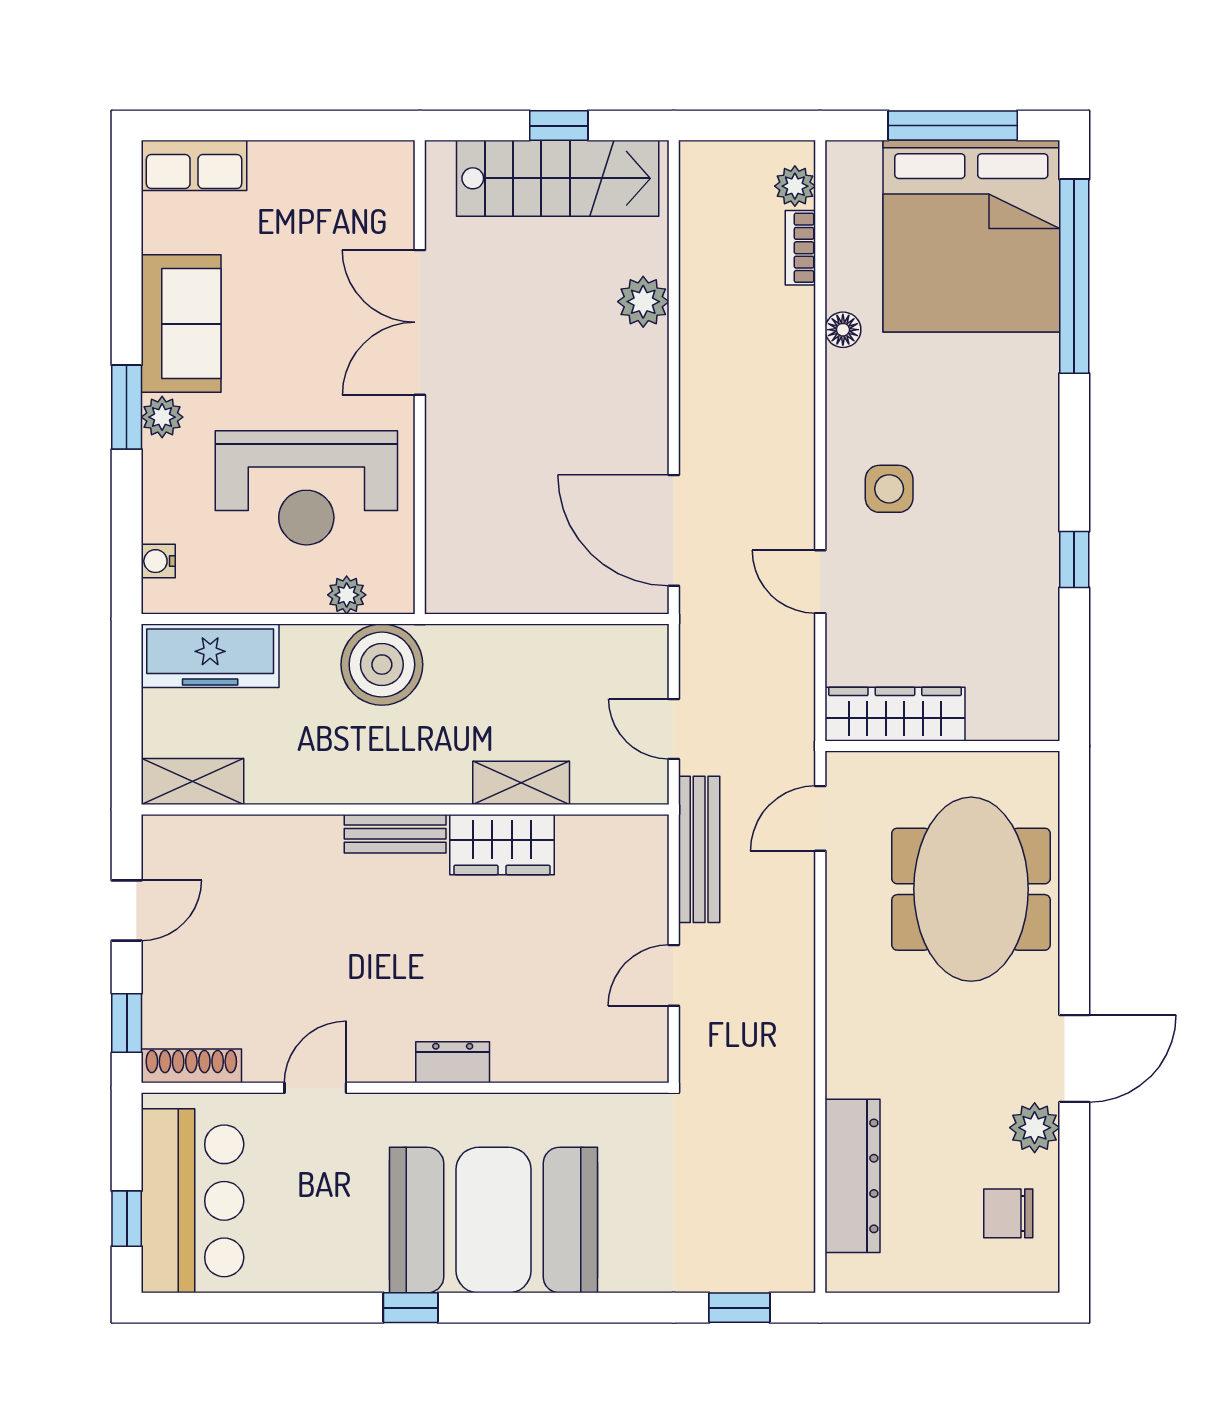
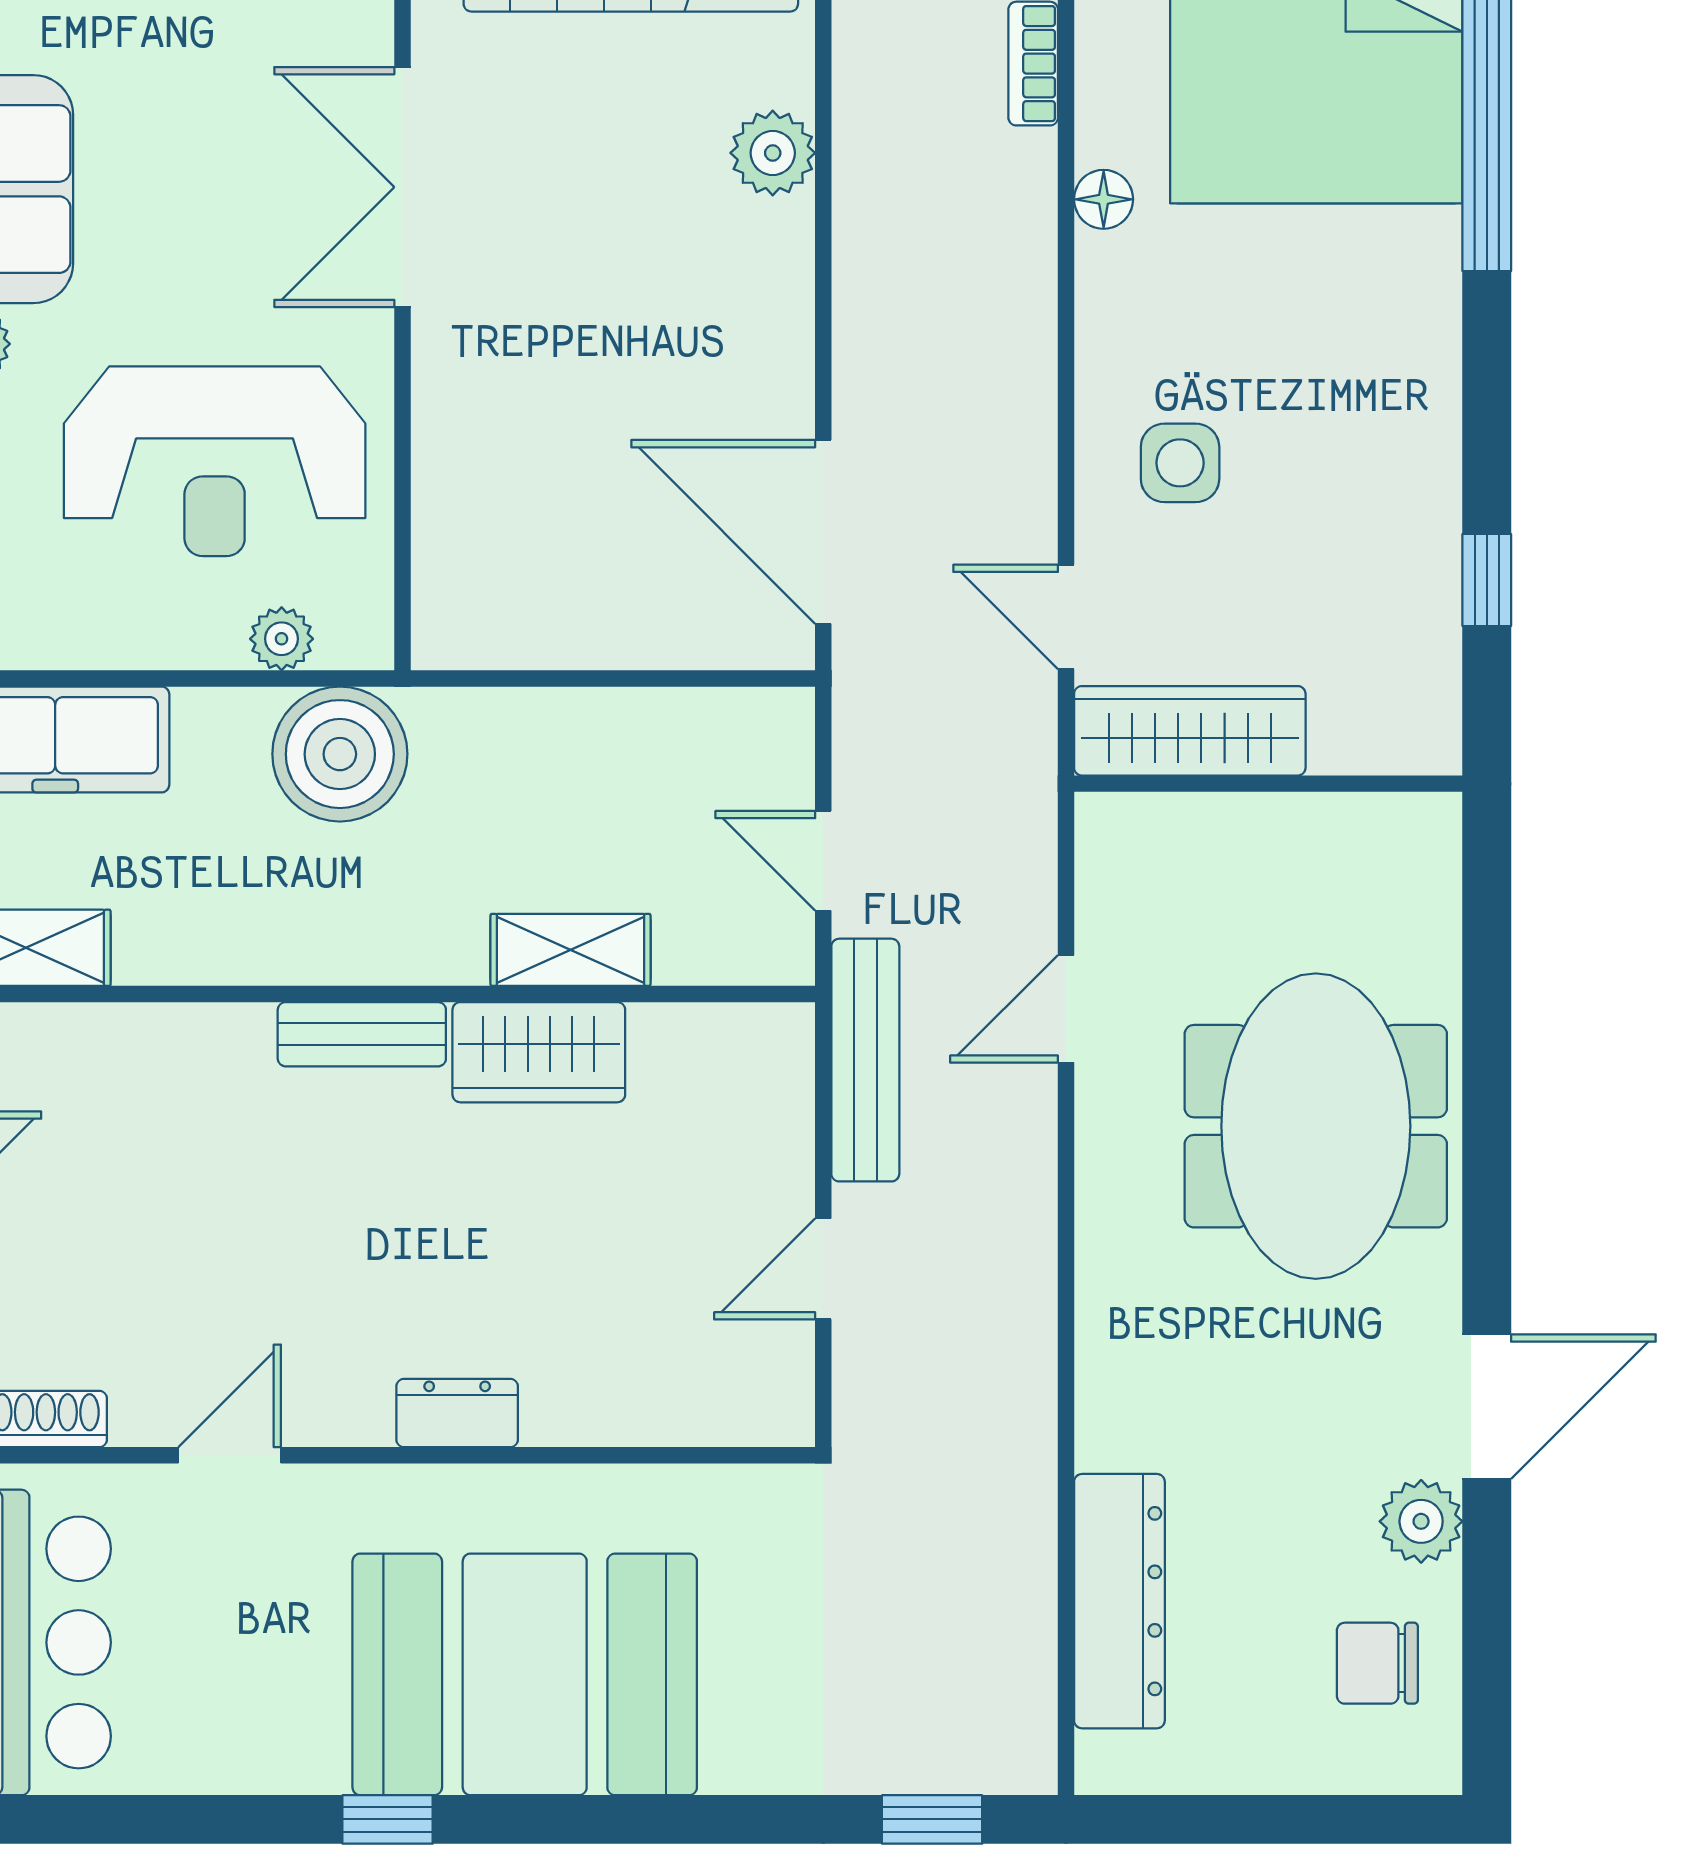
wardrobe: (895, 714) -> (1190, 731), moved
wall: (942, 746) -> (1268, 784), moved

